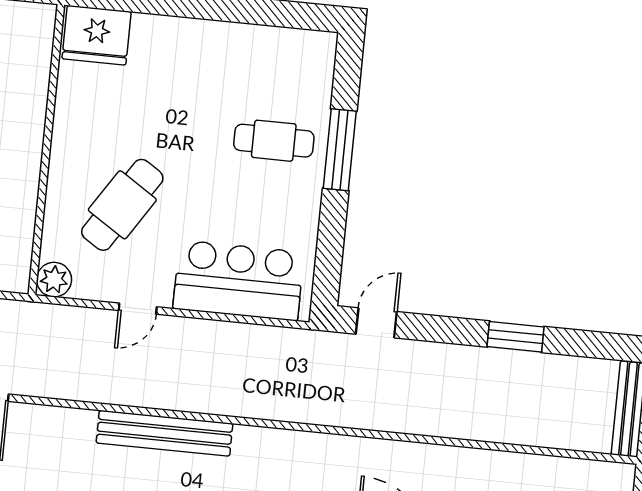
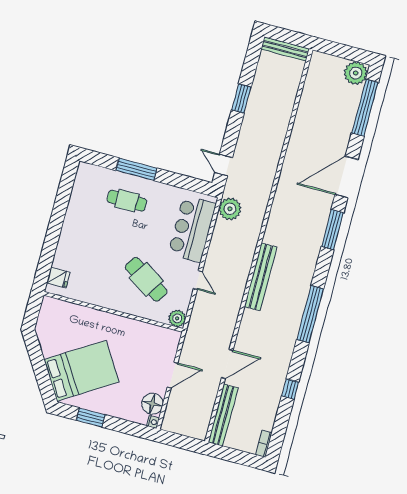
fridge: (97, 35) -> (58, 278), width x0.53, depth x0.75
cafe table: (274, 141) -> (127, 201), turned 90
plant: (291, 350) -> (230, 209), added

